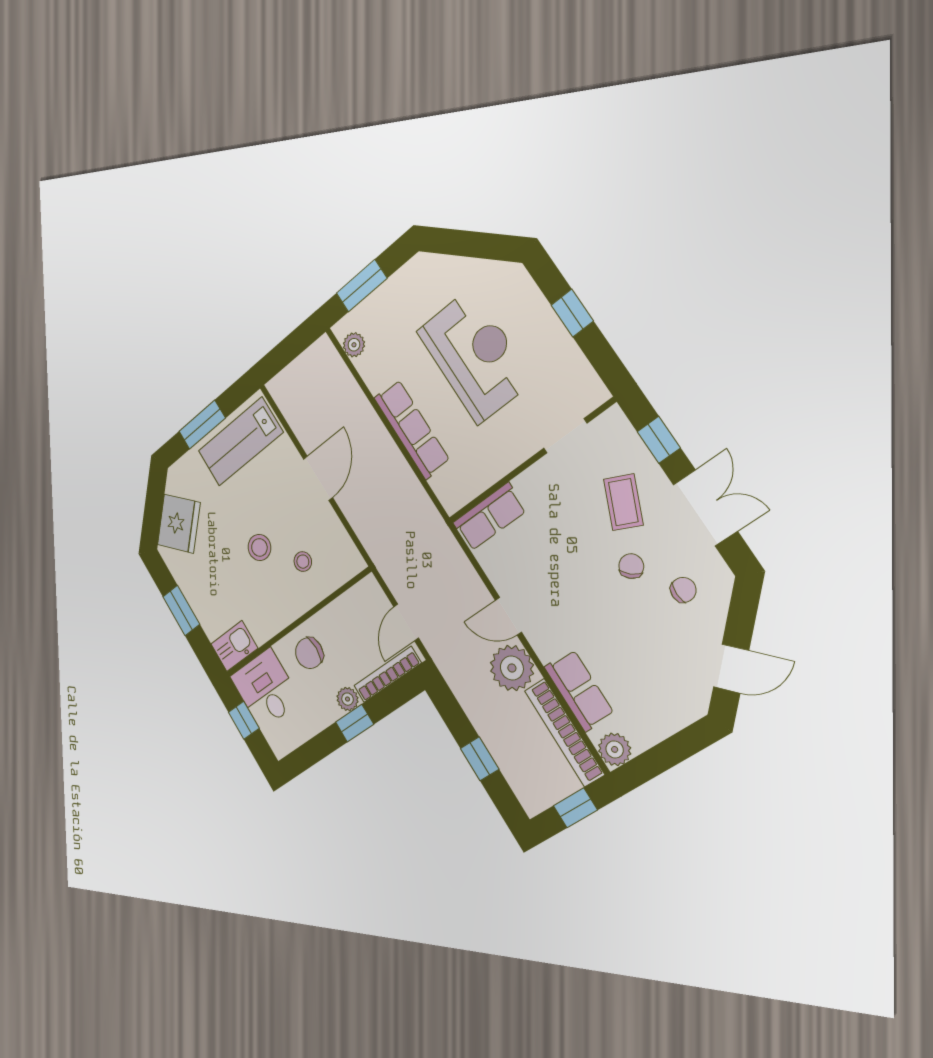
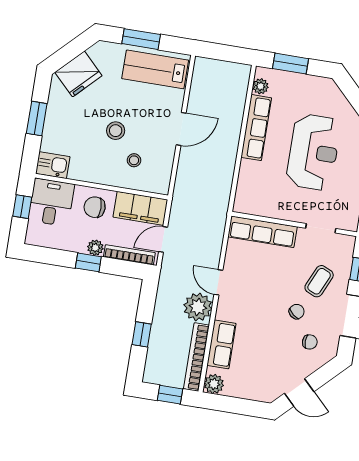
row of seats: (412, 429) -> (256, 128), moved
row of seats: (490, 517) -> (262, 232), width x1.48
filing cabinet: (354, 609) -> (140, 208), added

